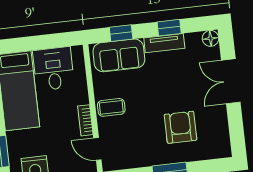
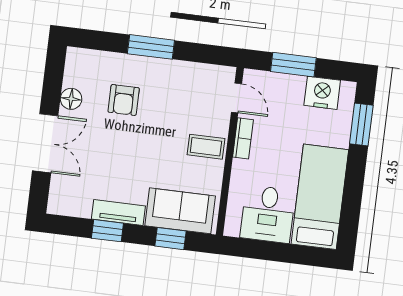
floor lamp: (210, 38) -> (71, 99), moved
armchair: (181, 127) -> (124, 100), width x0.72, depth x0.72

